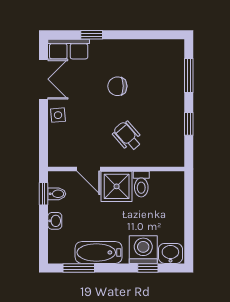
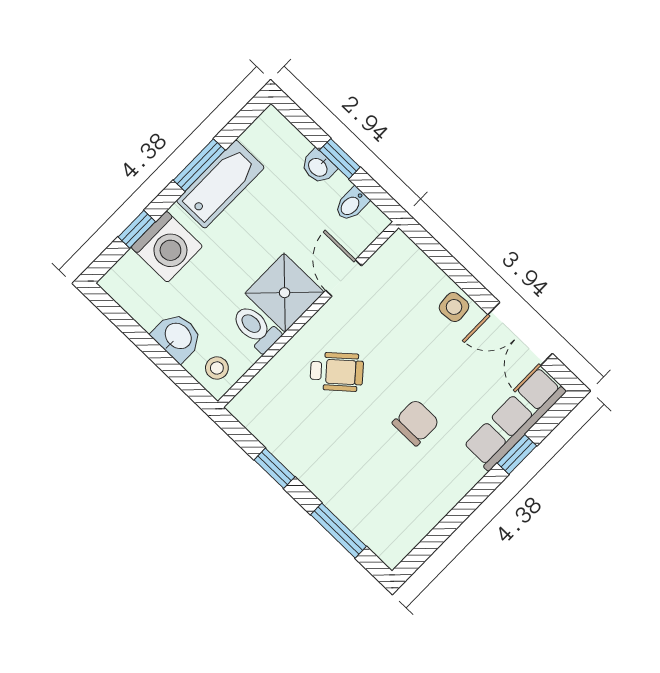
row of seats: (69, 49) -> (515, 419), width x1.48
door: (88, 169) -> (344, 278), hinge flipped
stool: (171, 184) -> (217, 368), added
window: (44, 194) -> (340, 159), moved
washbasin: (170, 253) -> (177, 337), moved, turned -90
window: (79, 268) -> (199, 165), moved

